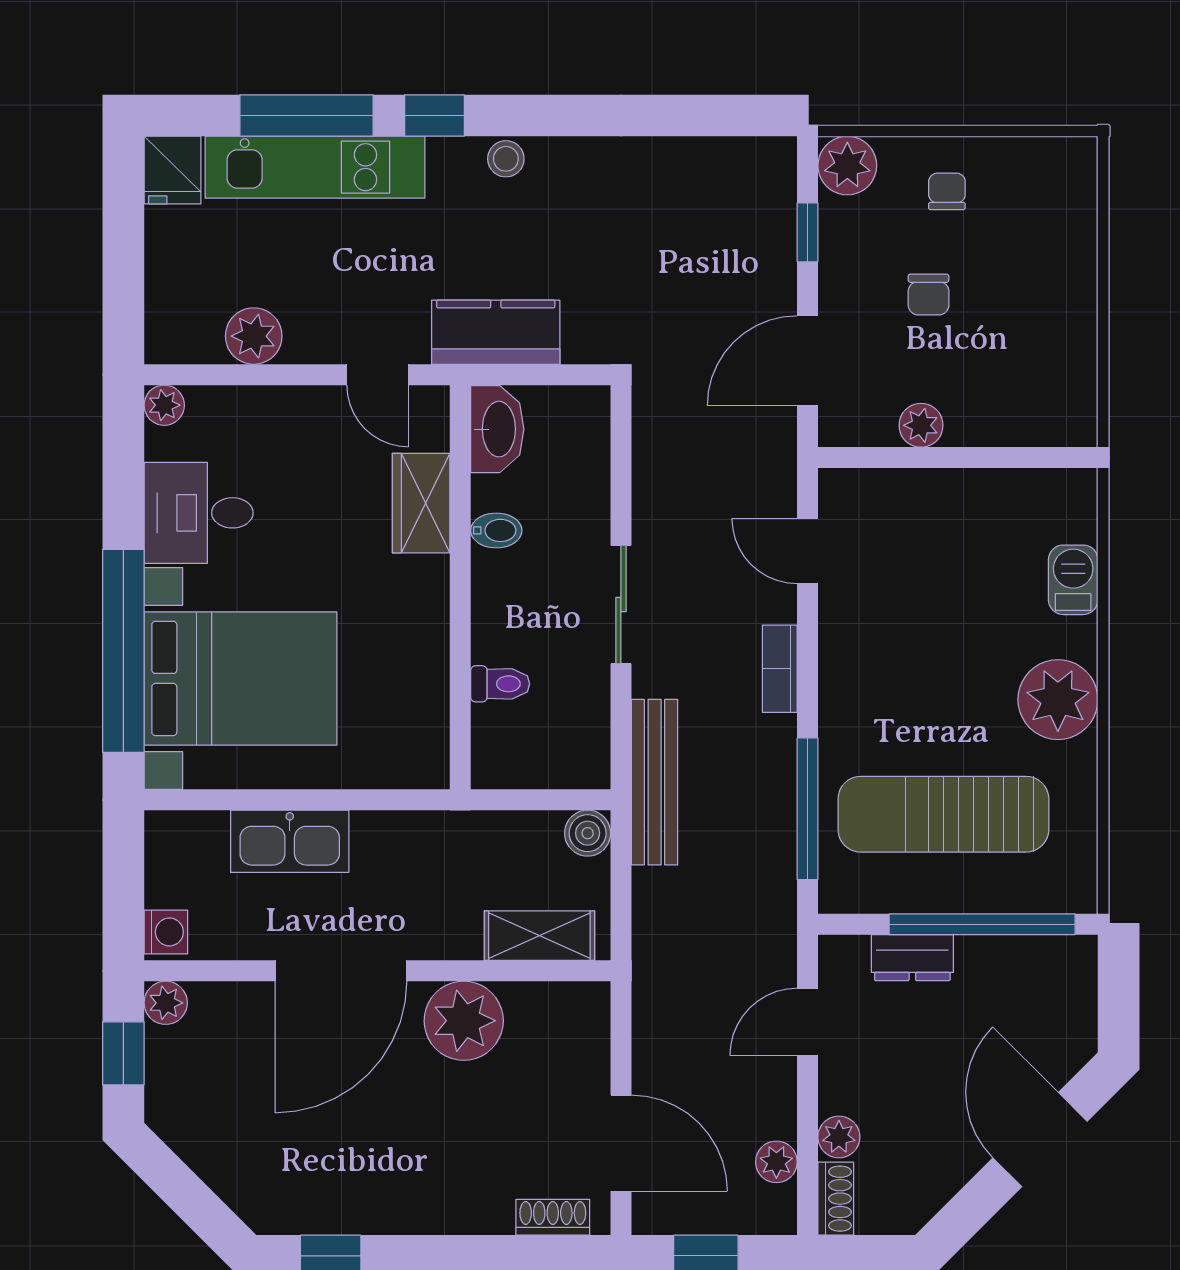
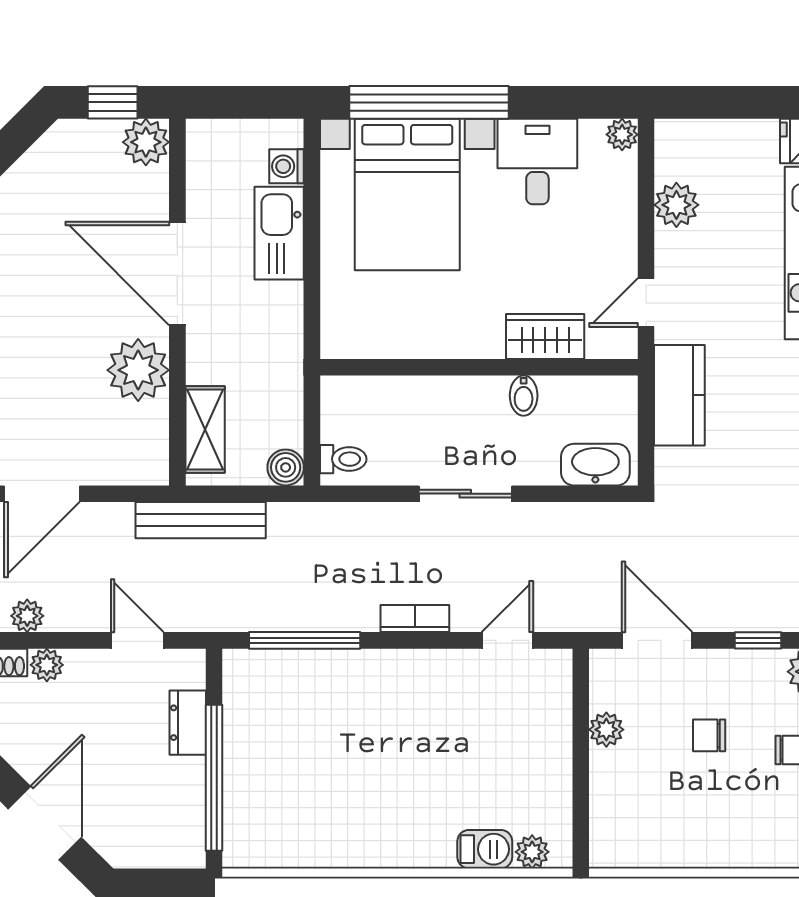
washbasin: (497, 429) -> (595, 465), moved, turned 180
toilet: (500, 684) -> (343, 459), moved, turned -90
plant: (1058, 700) -> (532, 852), moved, width x0.53, depth x0.53
bench: (655, 782) -> (201, 520), moved
sun lounger: (943, 814) -> (300, 747), removed
washing machine: (166, 932) -> (287, 166), moved, turned 90
plant: (166, 1003) -> (146, 142), width x1.38, depth x1.38
door: (1040, 1140) -> (45, 823), hinge flipped

